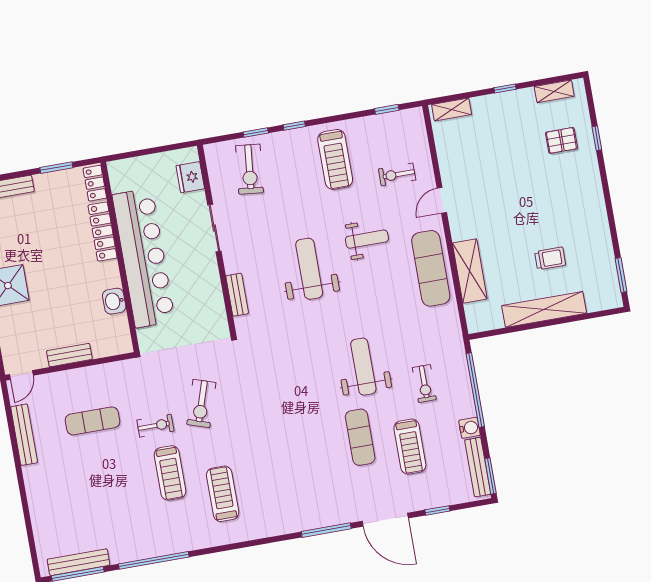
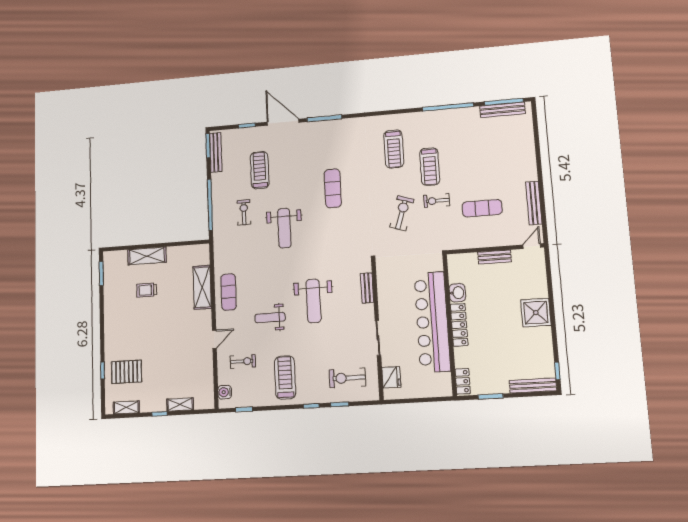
shelving: (452, 109) -> (180, 405), moved
pallet: (561, 140) -> (127, 372), width x1.50, depth x1.42
exercise bike: (249, 169) -> (347, 378), turned -96
locker: (103, 232) -> (459, 325), moved
exercise mat: (431, 268) -> (229, 292), width x0.73, depth x0.69
shelving: (544, 309) -> (147, 256), width x0.68
water cooler: (470, 428) -> (225, 392), moved
exercise mat: (360, 437) -> (333, 188), moved
treadmill: (170, 473) -> (430, 167), turned 180

